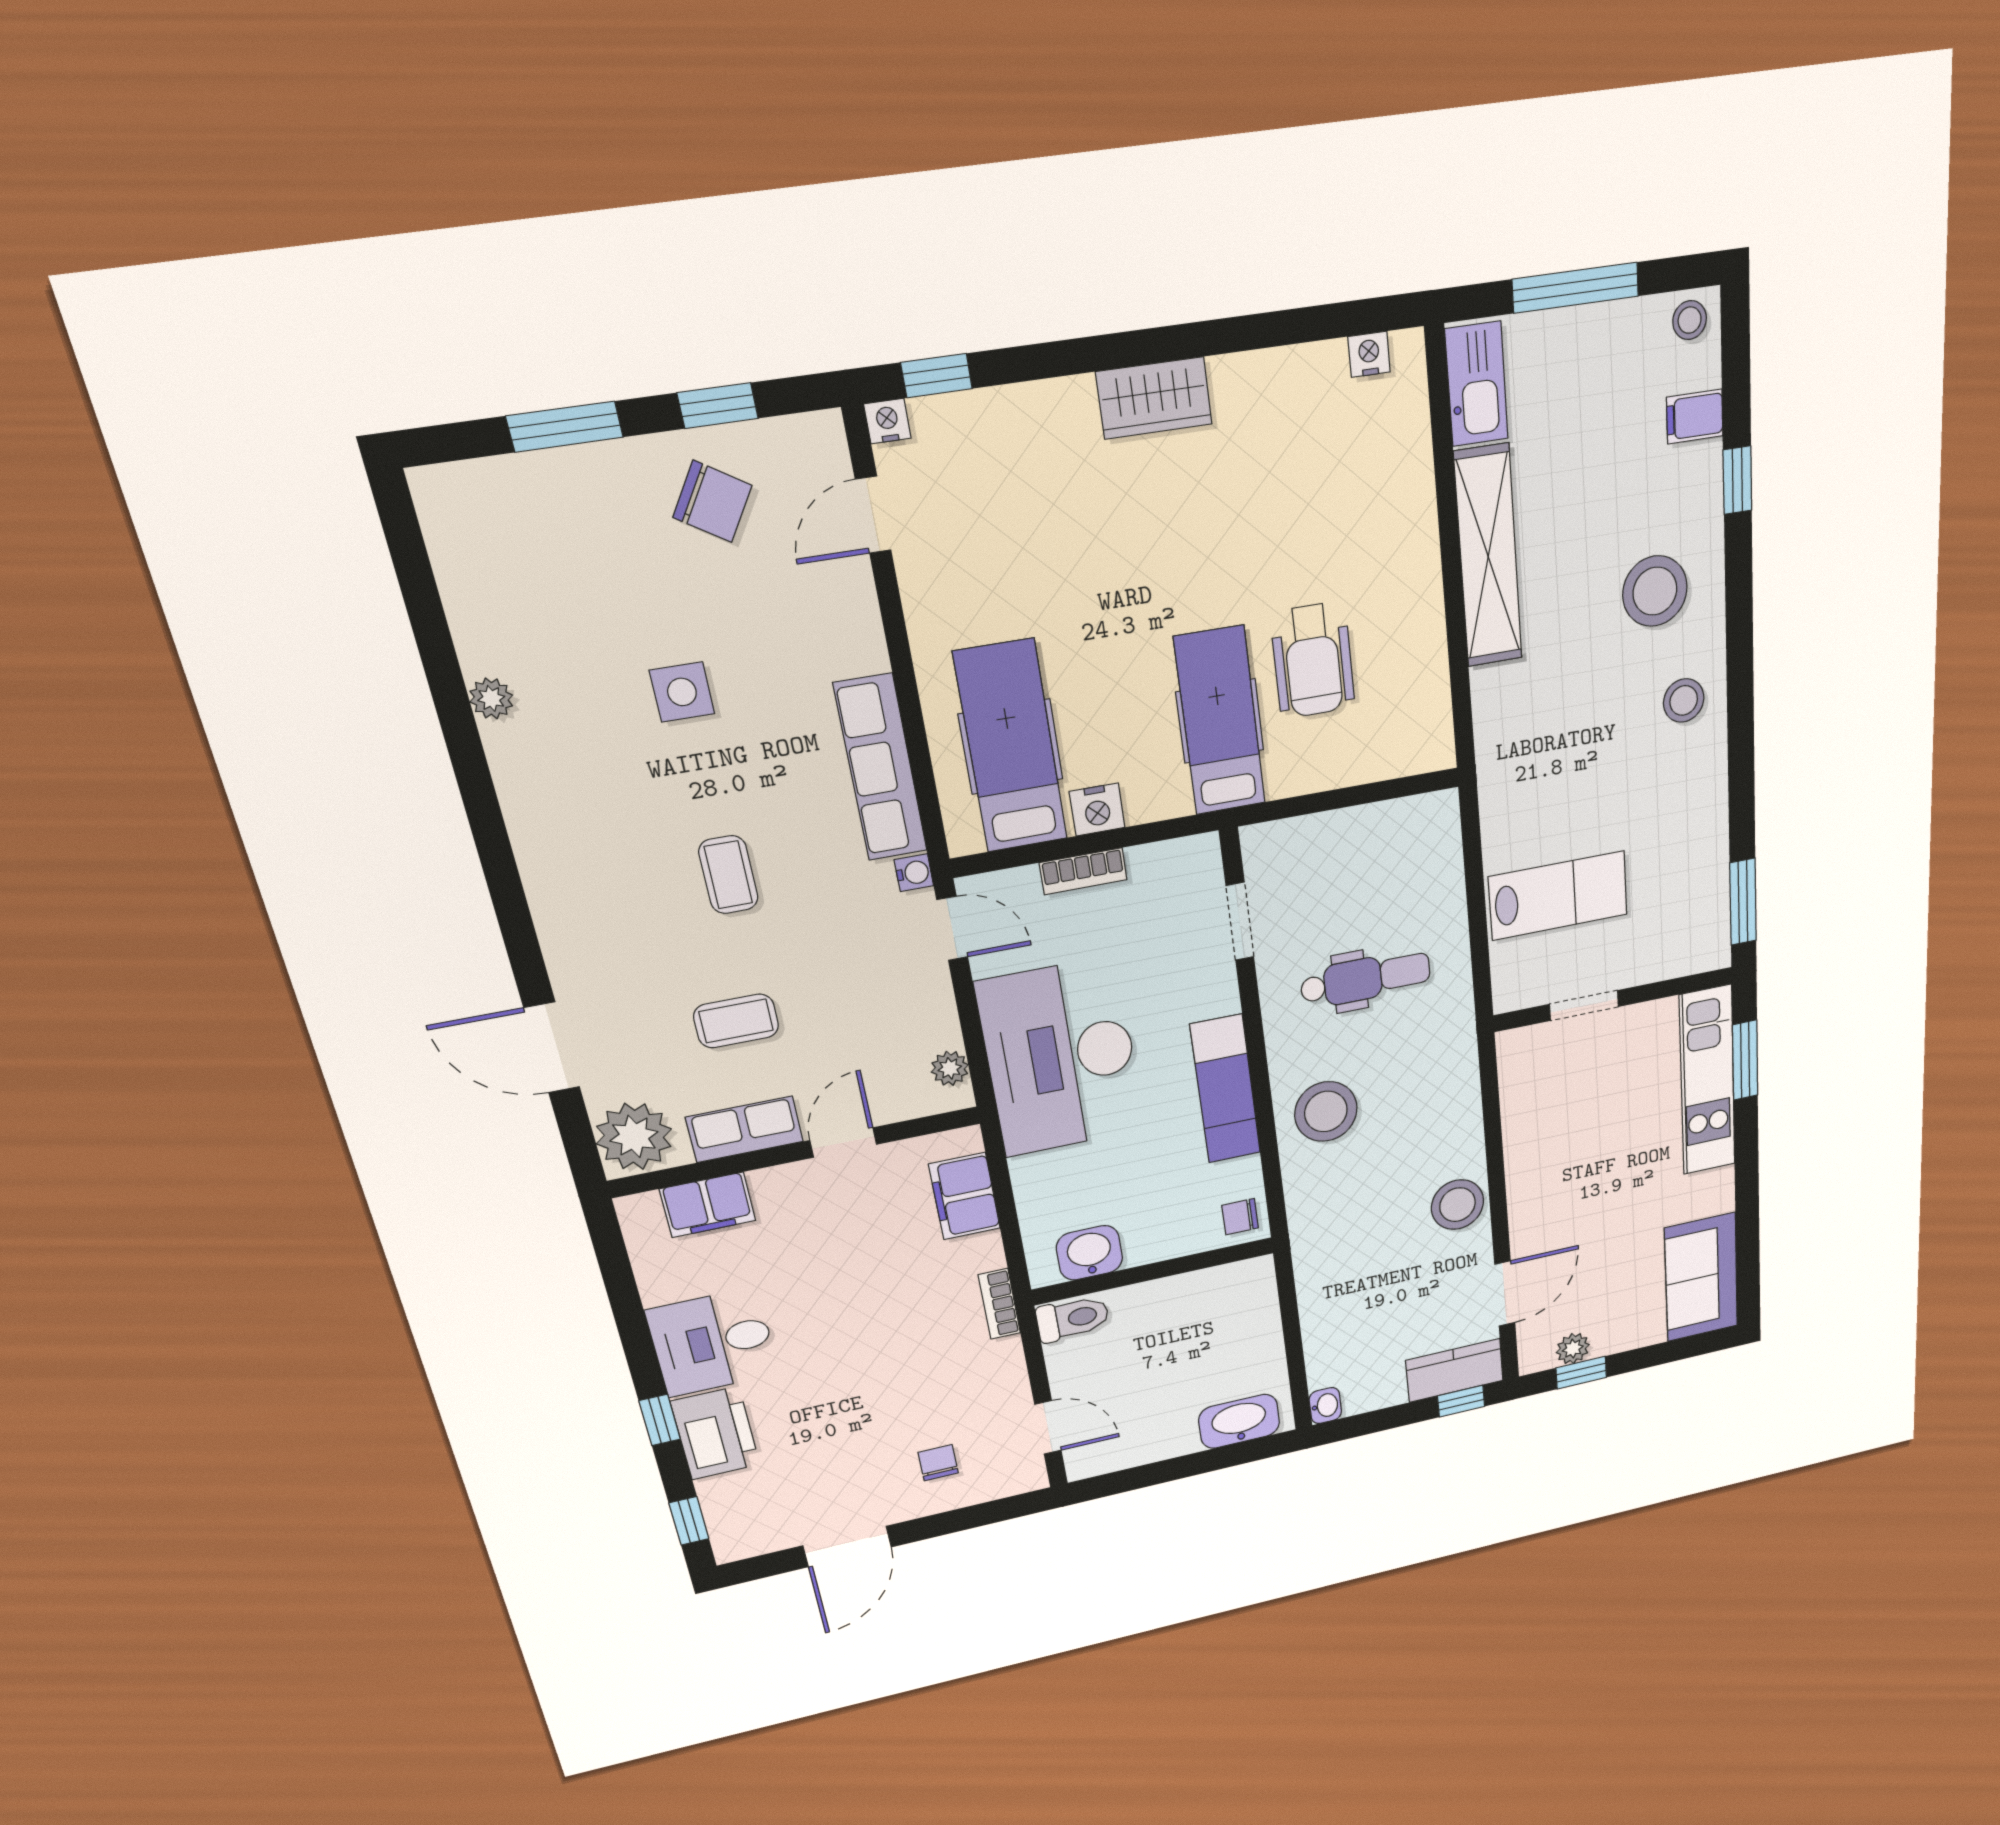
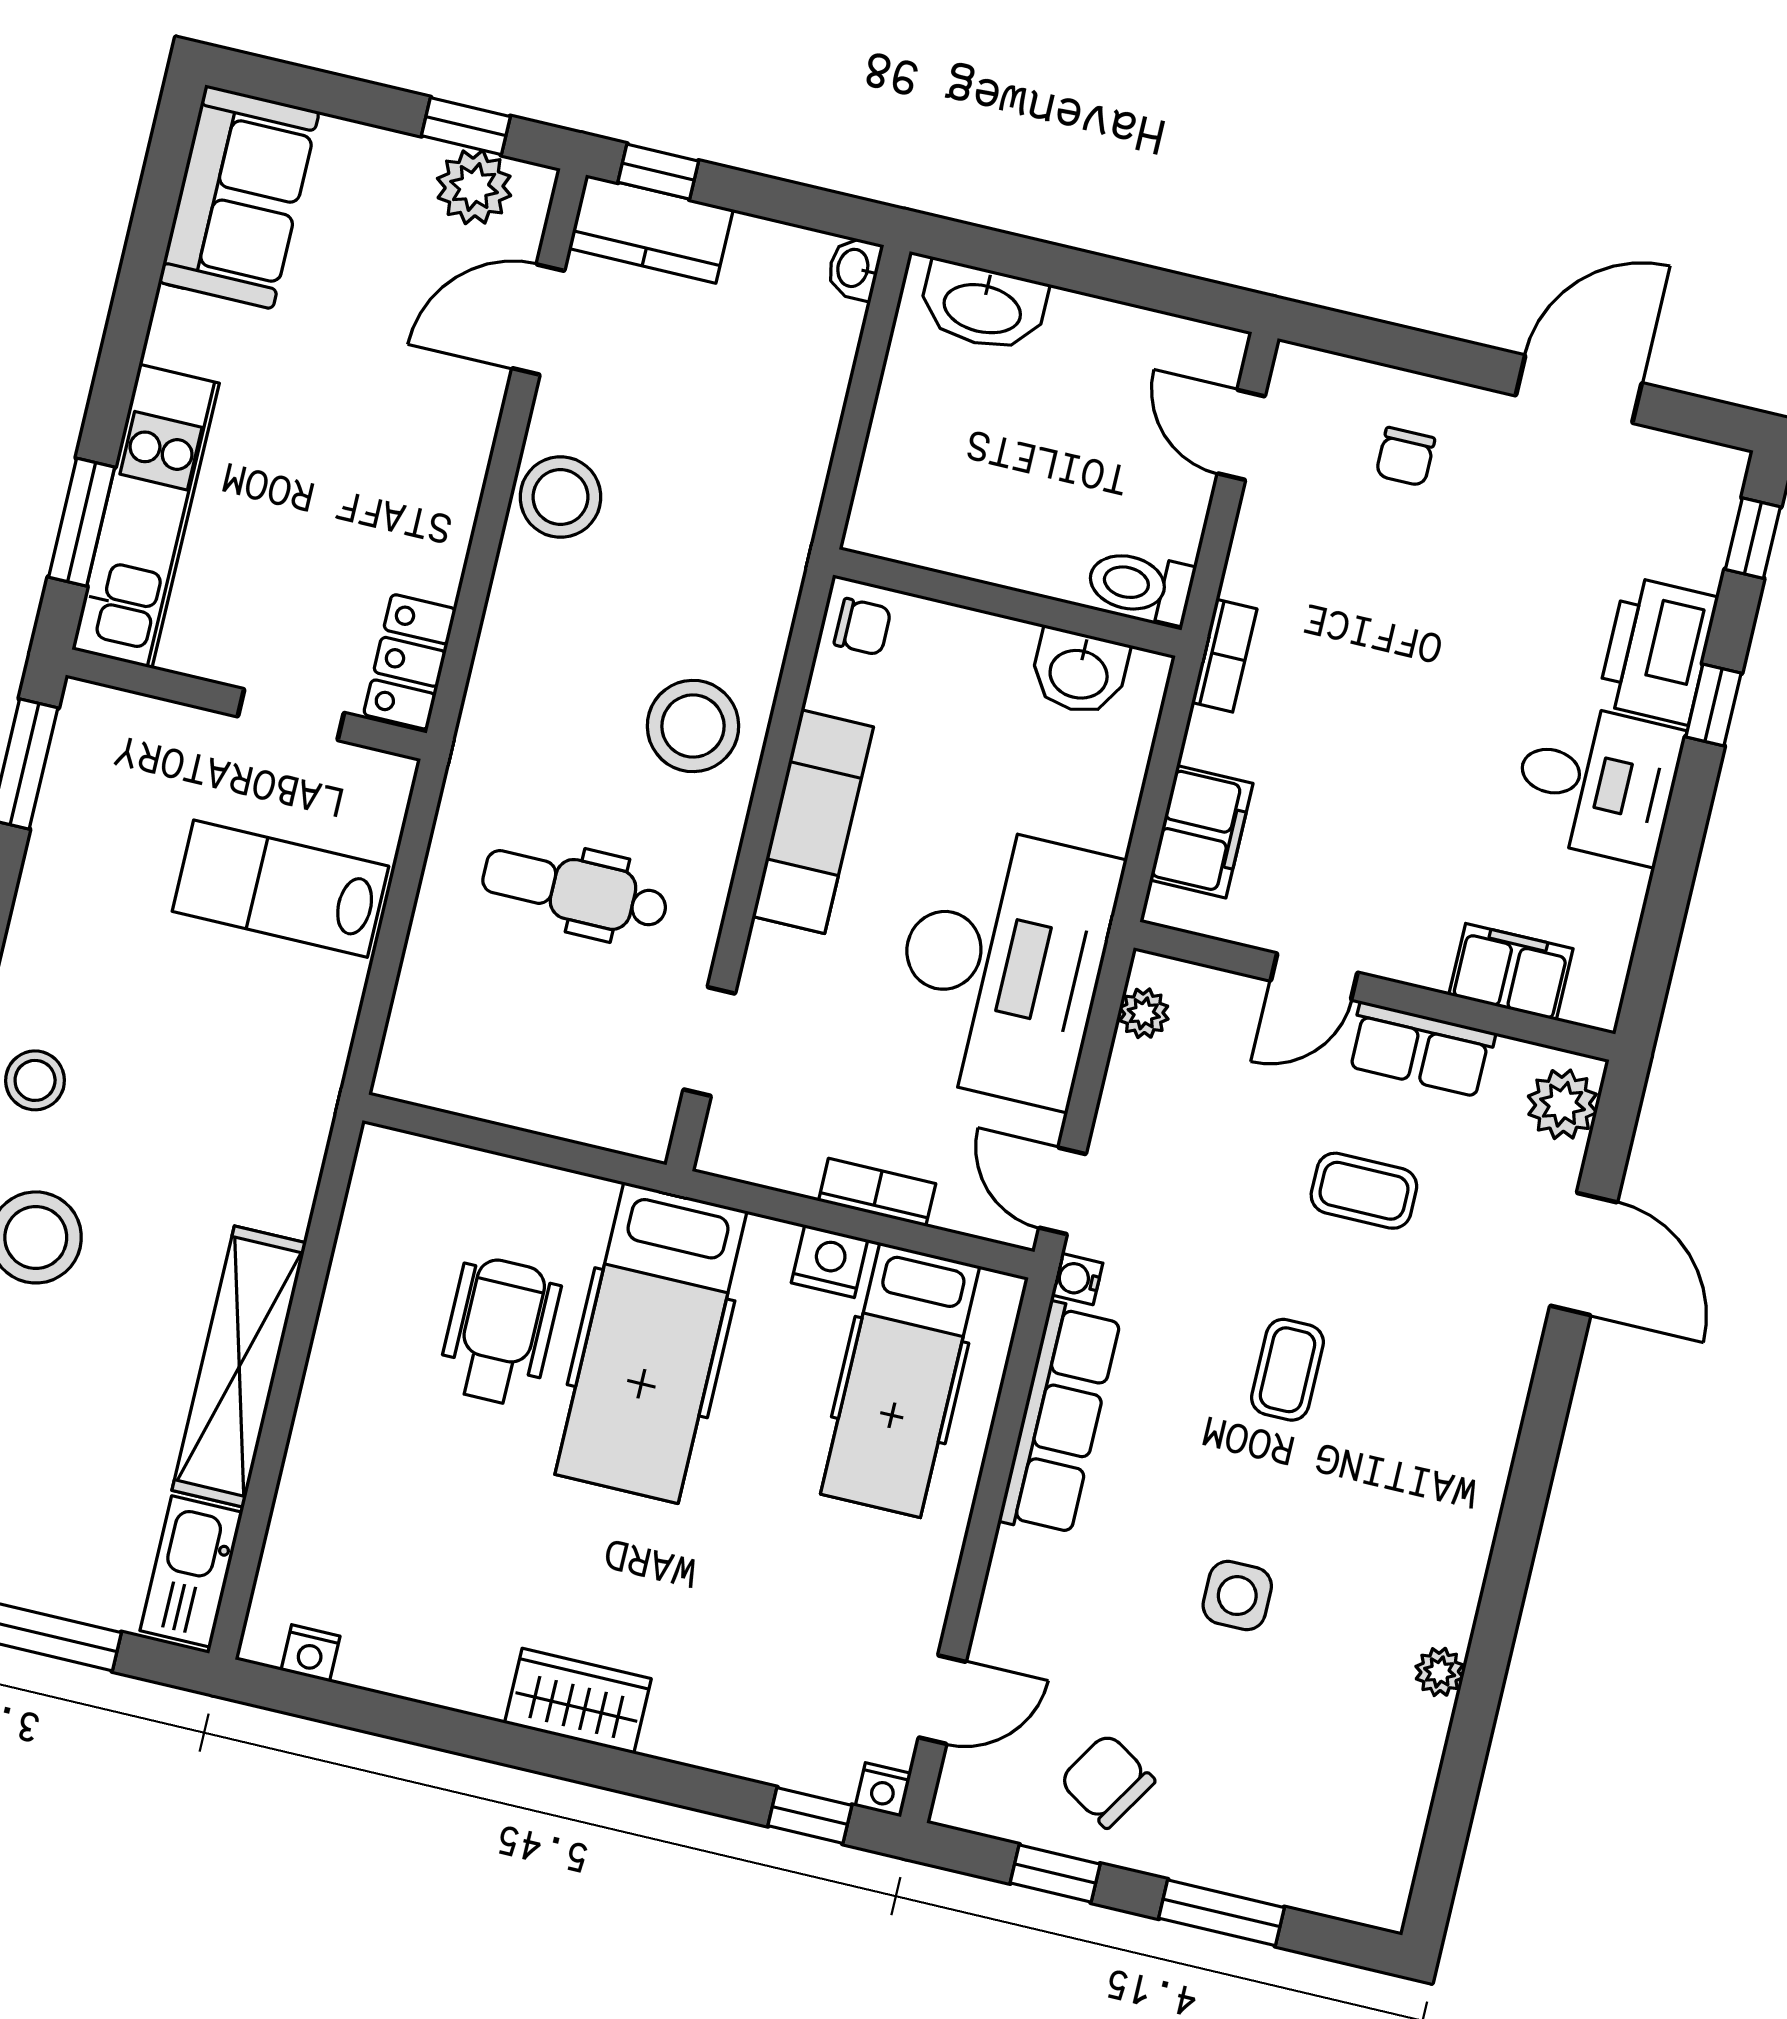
hospital bed: (1220, 721) -> (651, 1343), width x1.37, depth x1.29
locker: (1519, 1070) -> (410, 662), added
plant: (634, 1136) -> (1563, 1104), width x0.73, depth x0.73
plant: (1573, 1349) -> (474, 187), width x1.38, depth x1.38

